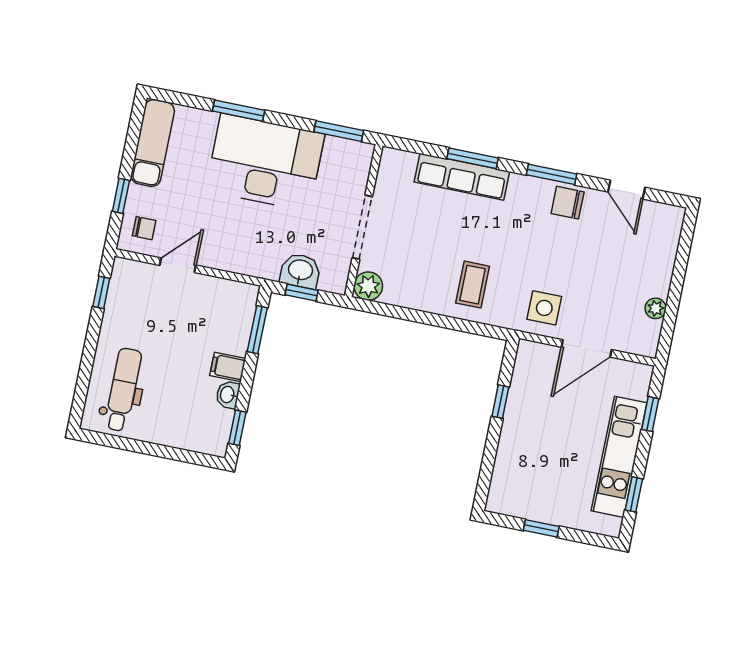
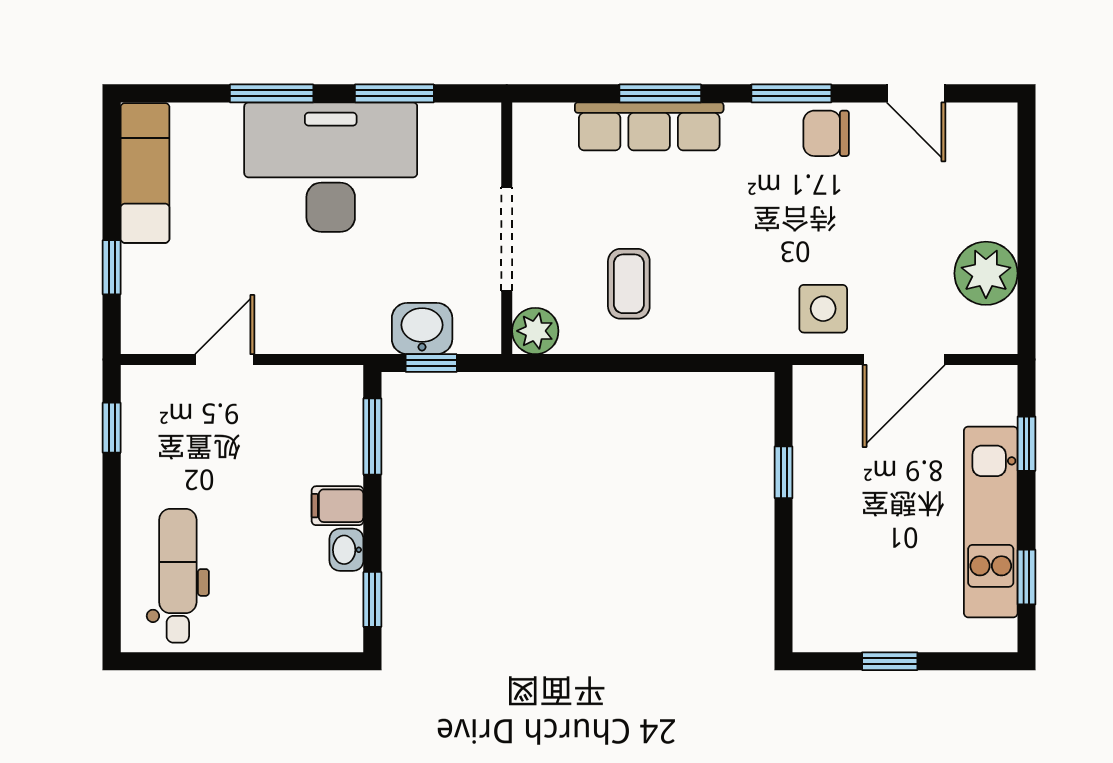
window: (339, 131) -> (394, 93), moved
chair: (144, 228) -> (159, 311), removed
coffee table: (473, 285) -> (629, 284), moved
plant: (656, 308) -> (986, 273), width x1.88, depth x1.88

